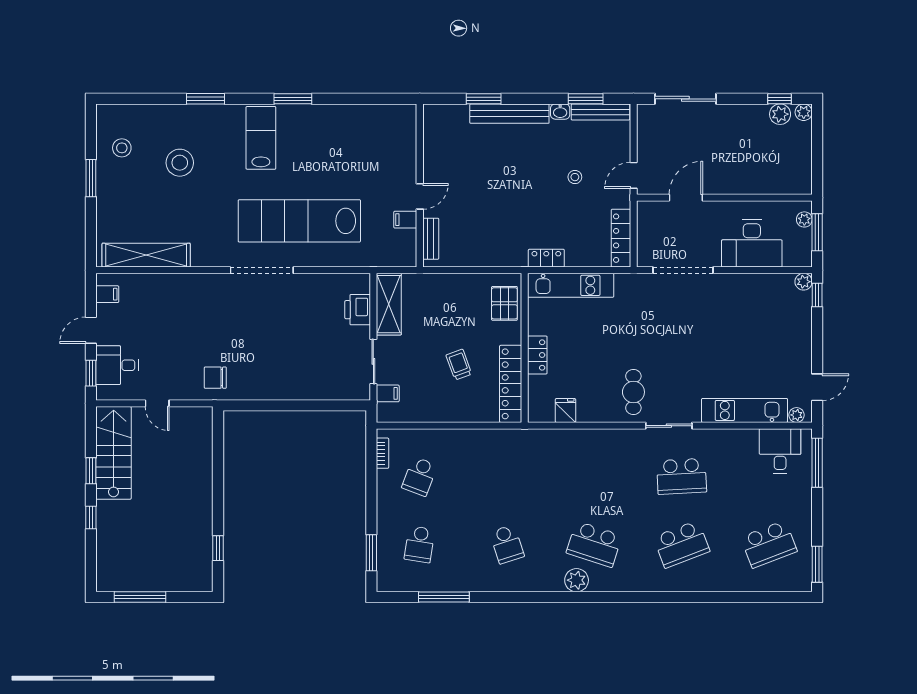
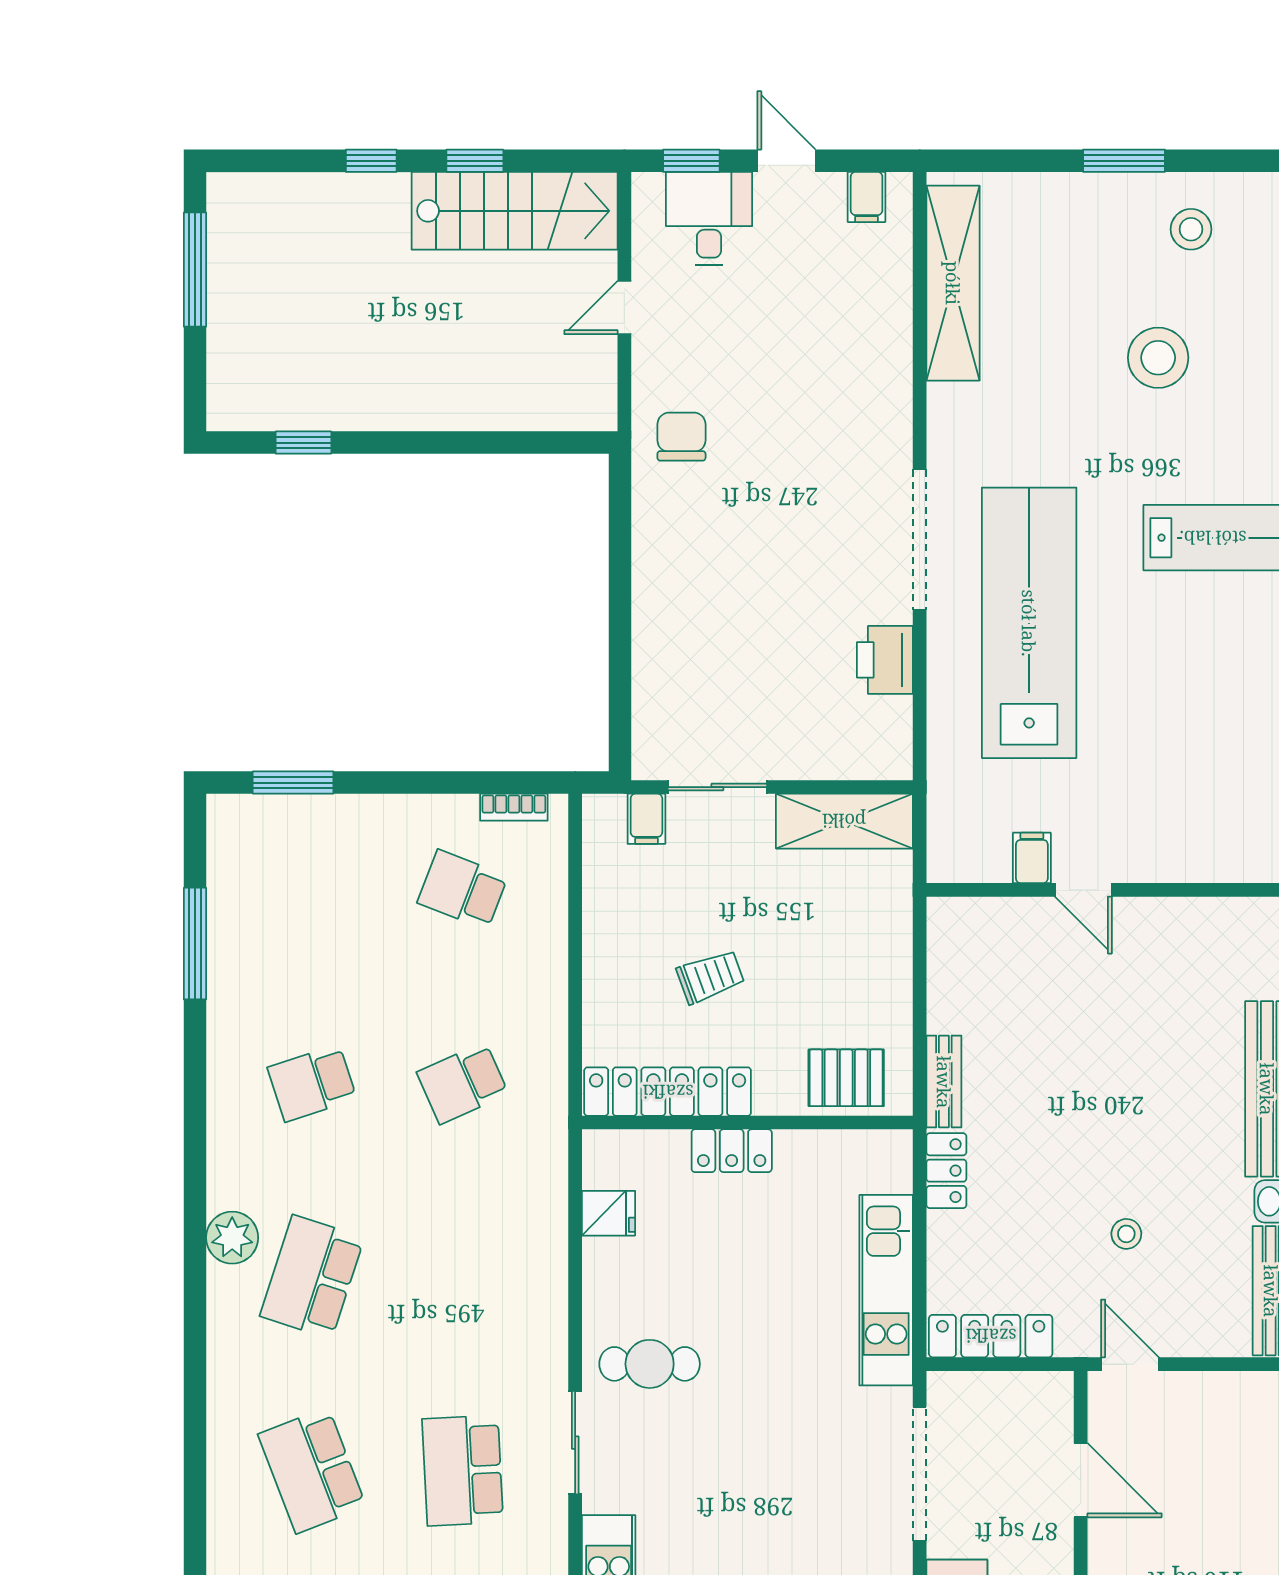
bench: (431, 239) -> (944, 1082), moved, turned 90
kitchen unit: (571, 285) -> (886, 1290), moved
printer: (358, 310) -> (885, 660), moved, turned -90
school desk: (420, 544) -> (463, 1083), moved, turned -33

